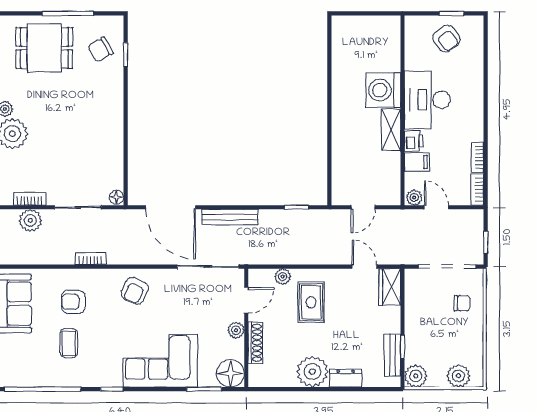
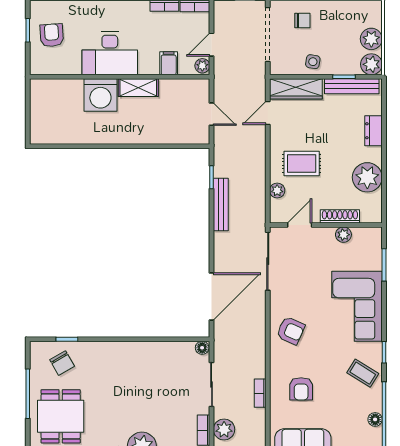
armchair: (446, 39) -> (52, 35), turned -58
printer: (414, 141) -> (149, 66), removed
bench: (230, 217) -> (221, 205), moved
bookcase: (91, 259) -> (260, 393), moved
wardrobe: (390, 287) -> (296, 89), width x1.50
door: (246, 300) -> (300, 225), hinge flipped
chair: (462, 303) -> (302, 20), turned 90
side table: (419, 314) -> (313, 62), added
plant: (236, 330) -> (343, 235), moved
coffee table: (69, 343) -> (363, 373), moved, turned 32
bench: (393, 355) -> (352, 86), width x1.36
plant: (312, 372) -> (367, 177), moved
floor lamp: (230, 373) -> (375, 419), moved, width x0.53, depth x0.53
plant: (458, 376) -> (371, 39), moved

